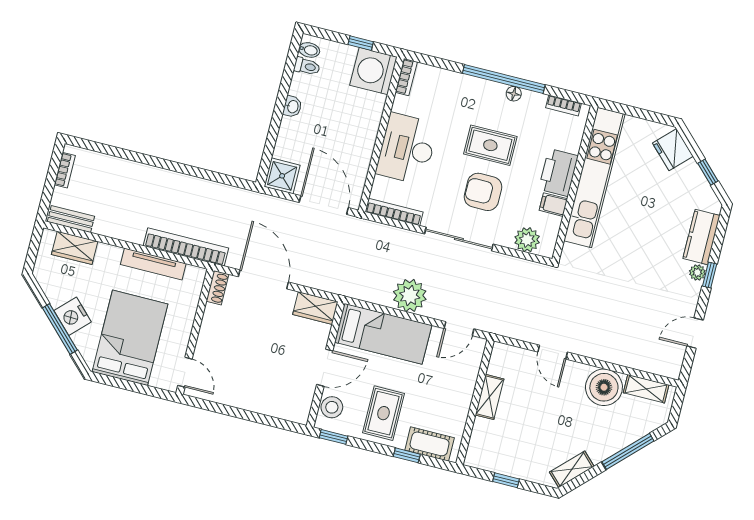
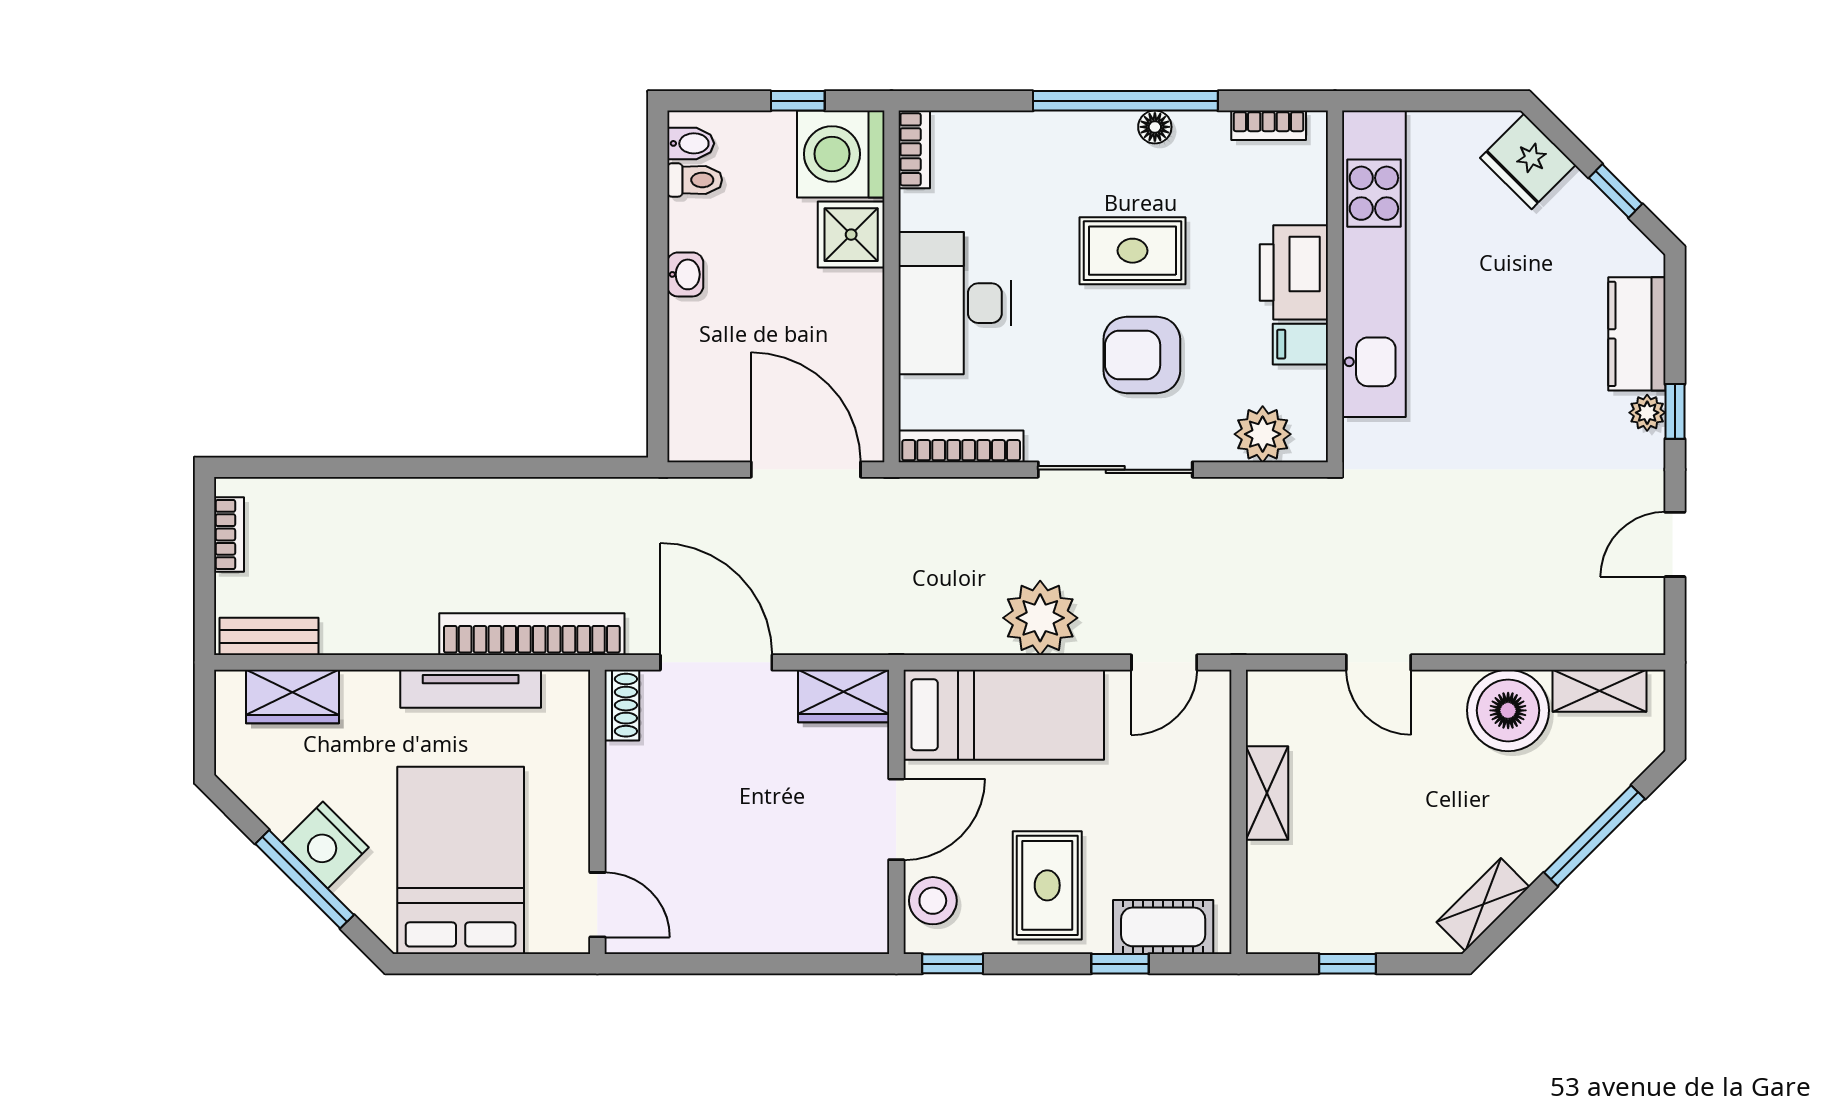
shower: (282, 176) -> (851, 235), moved

